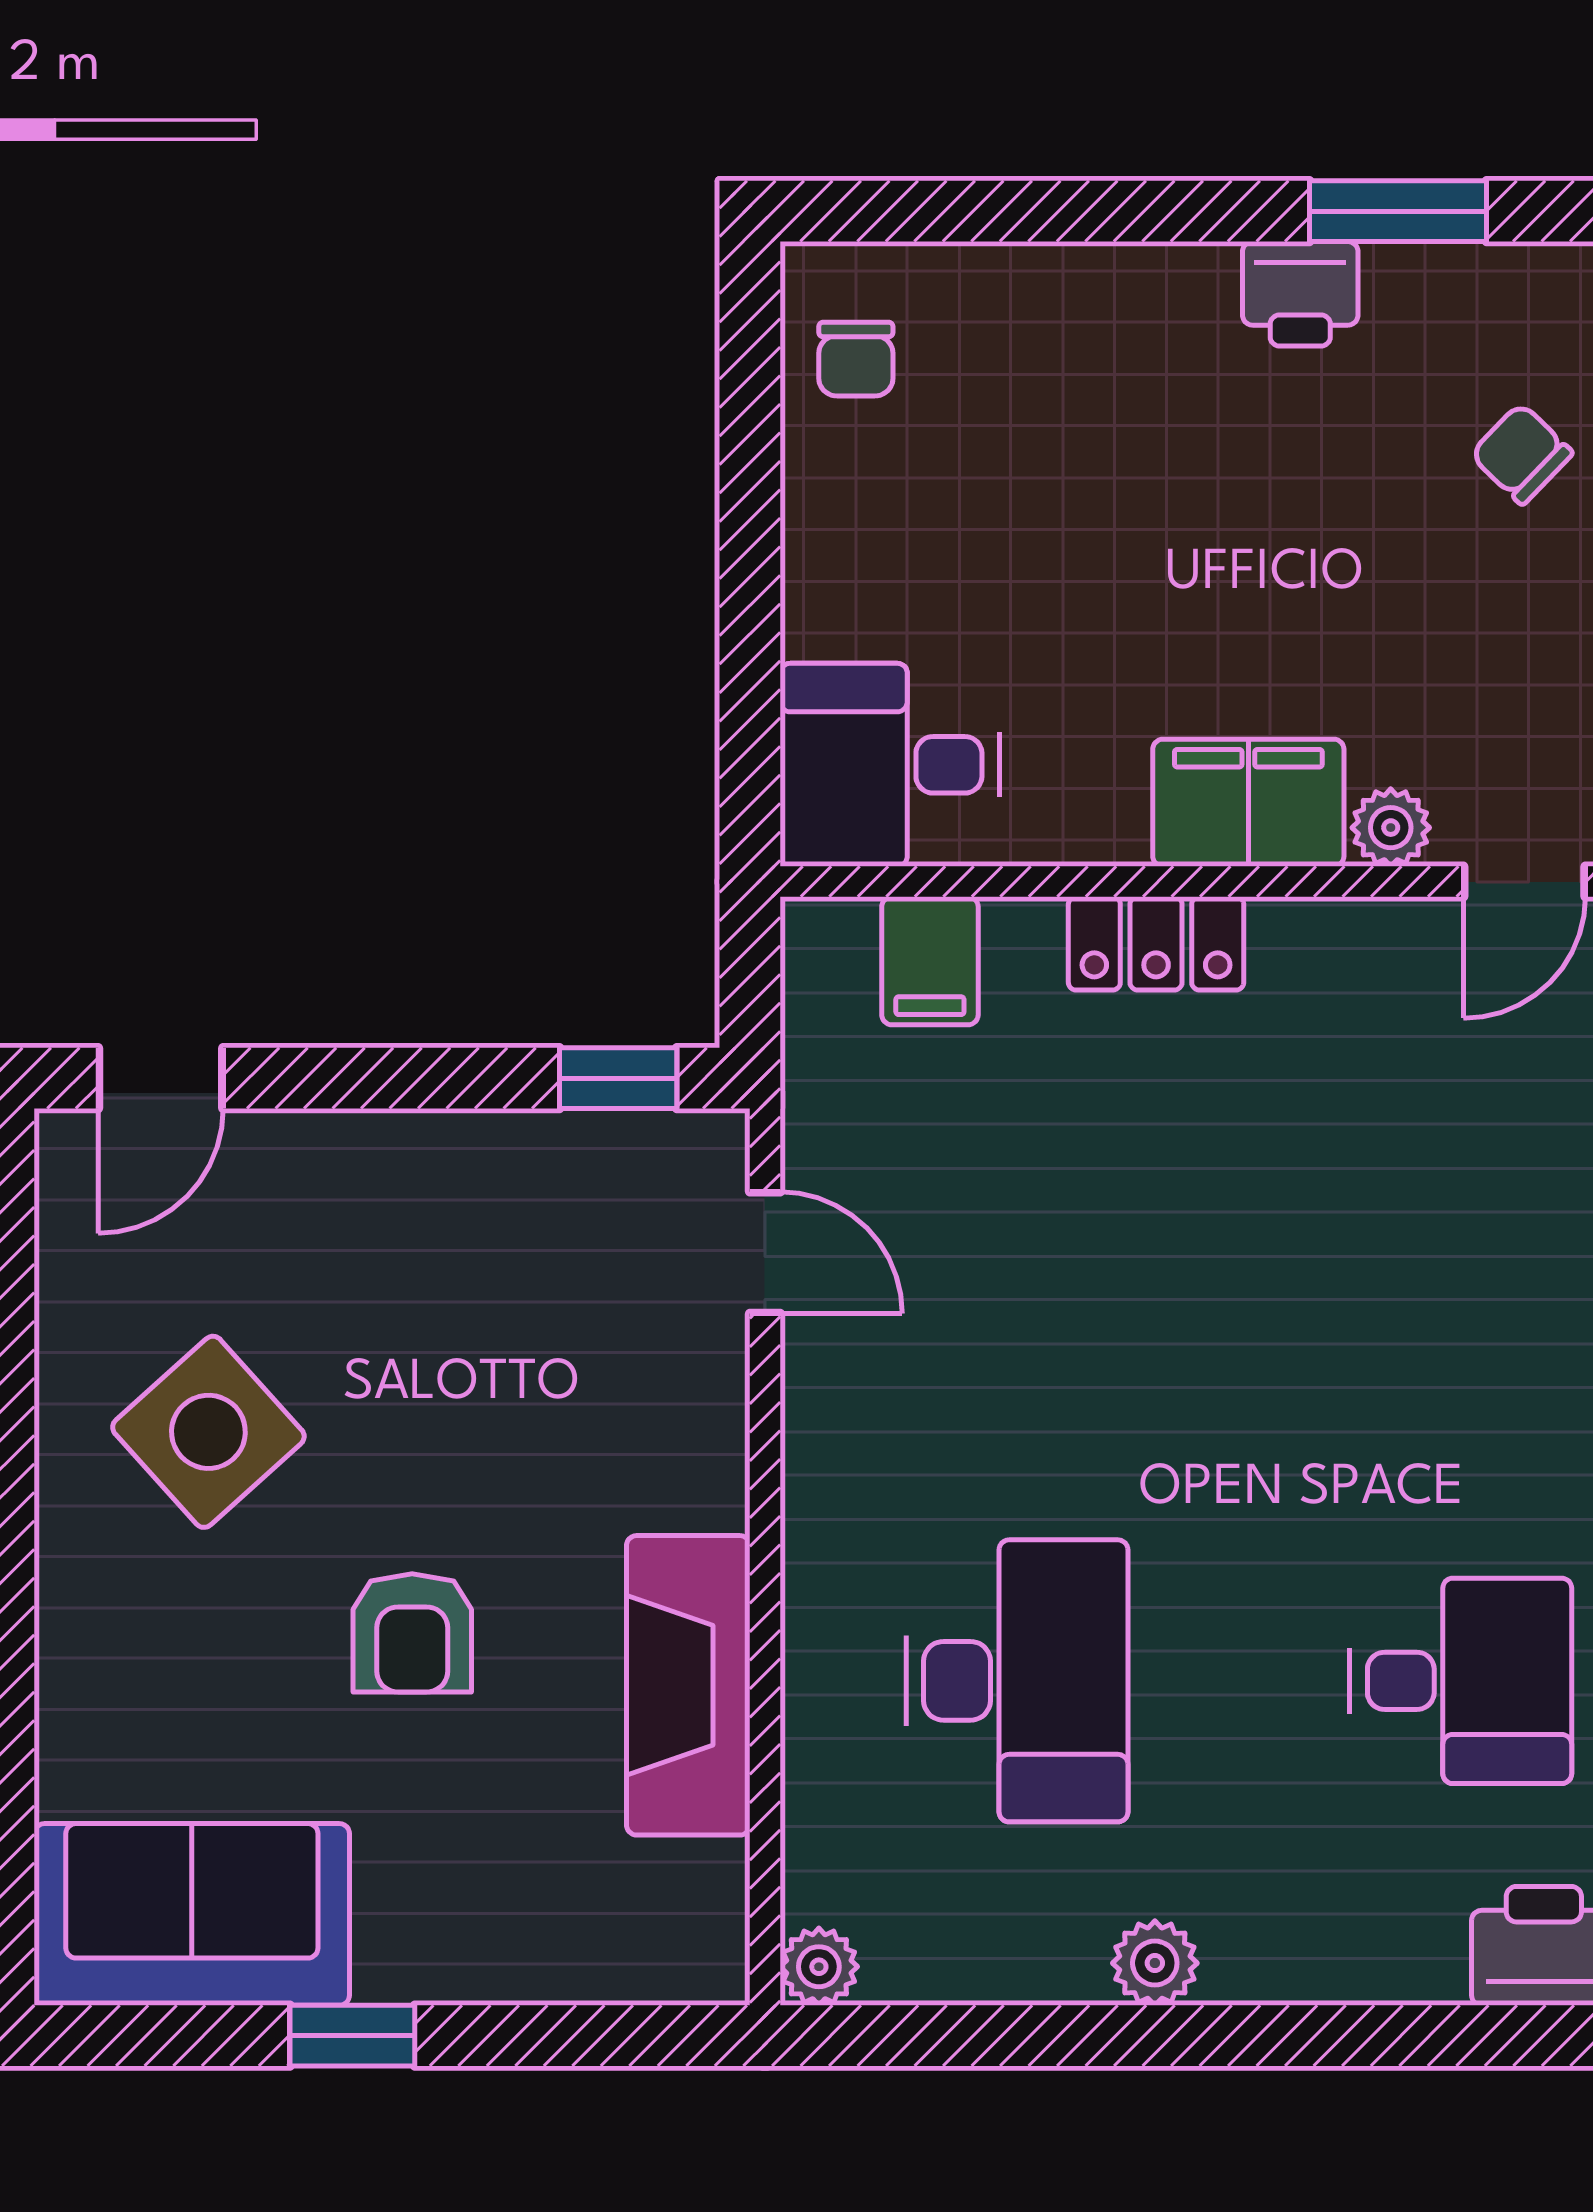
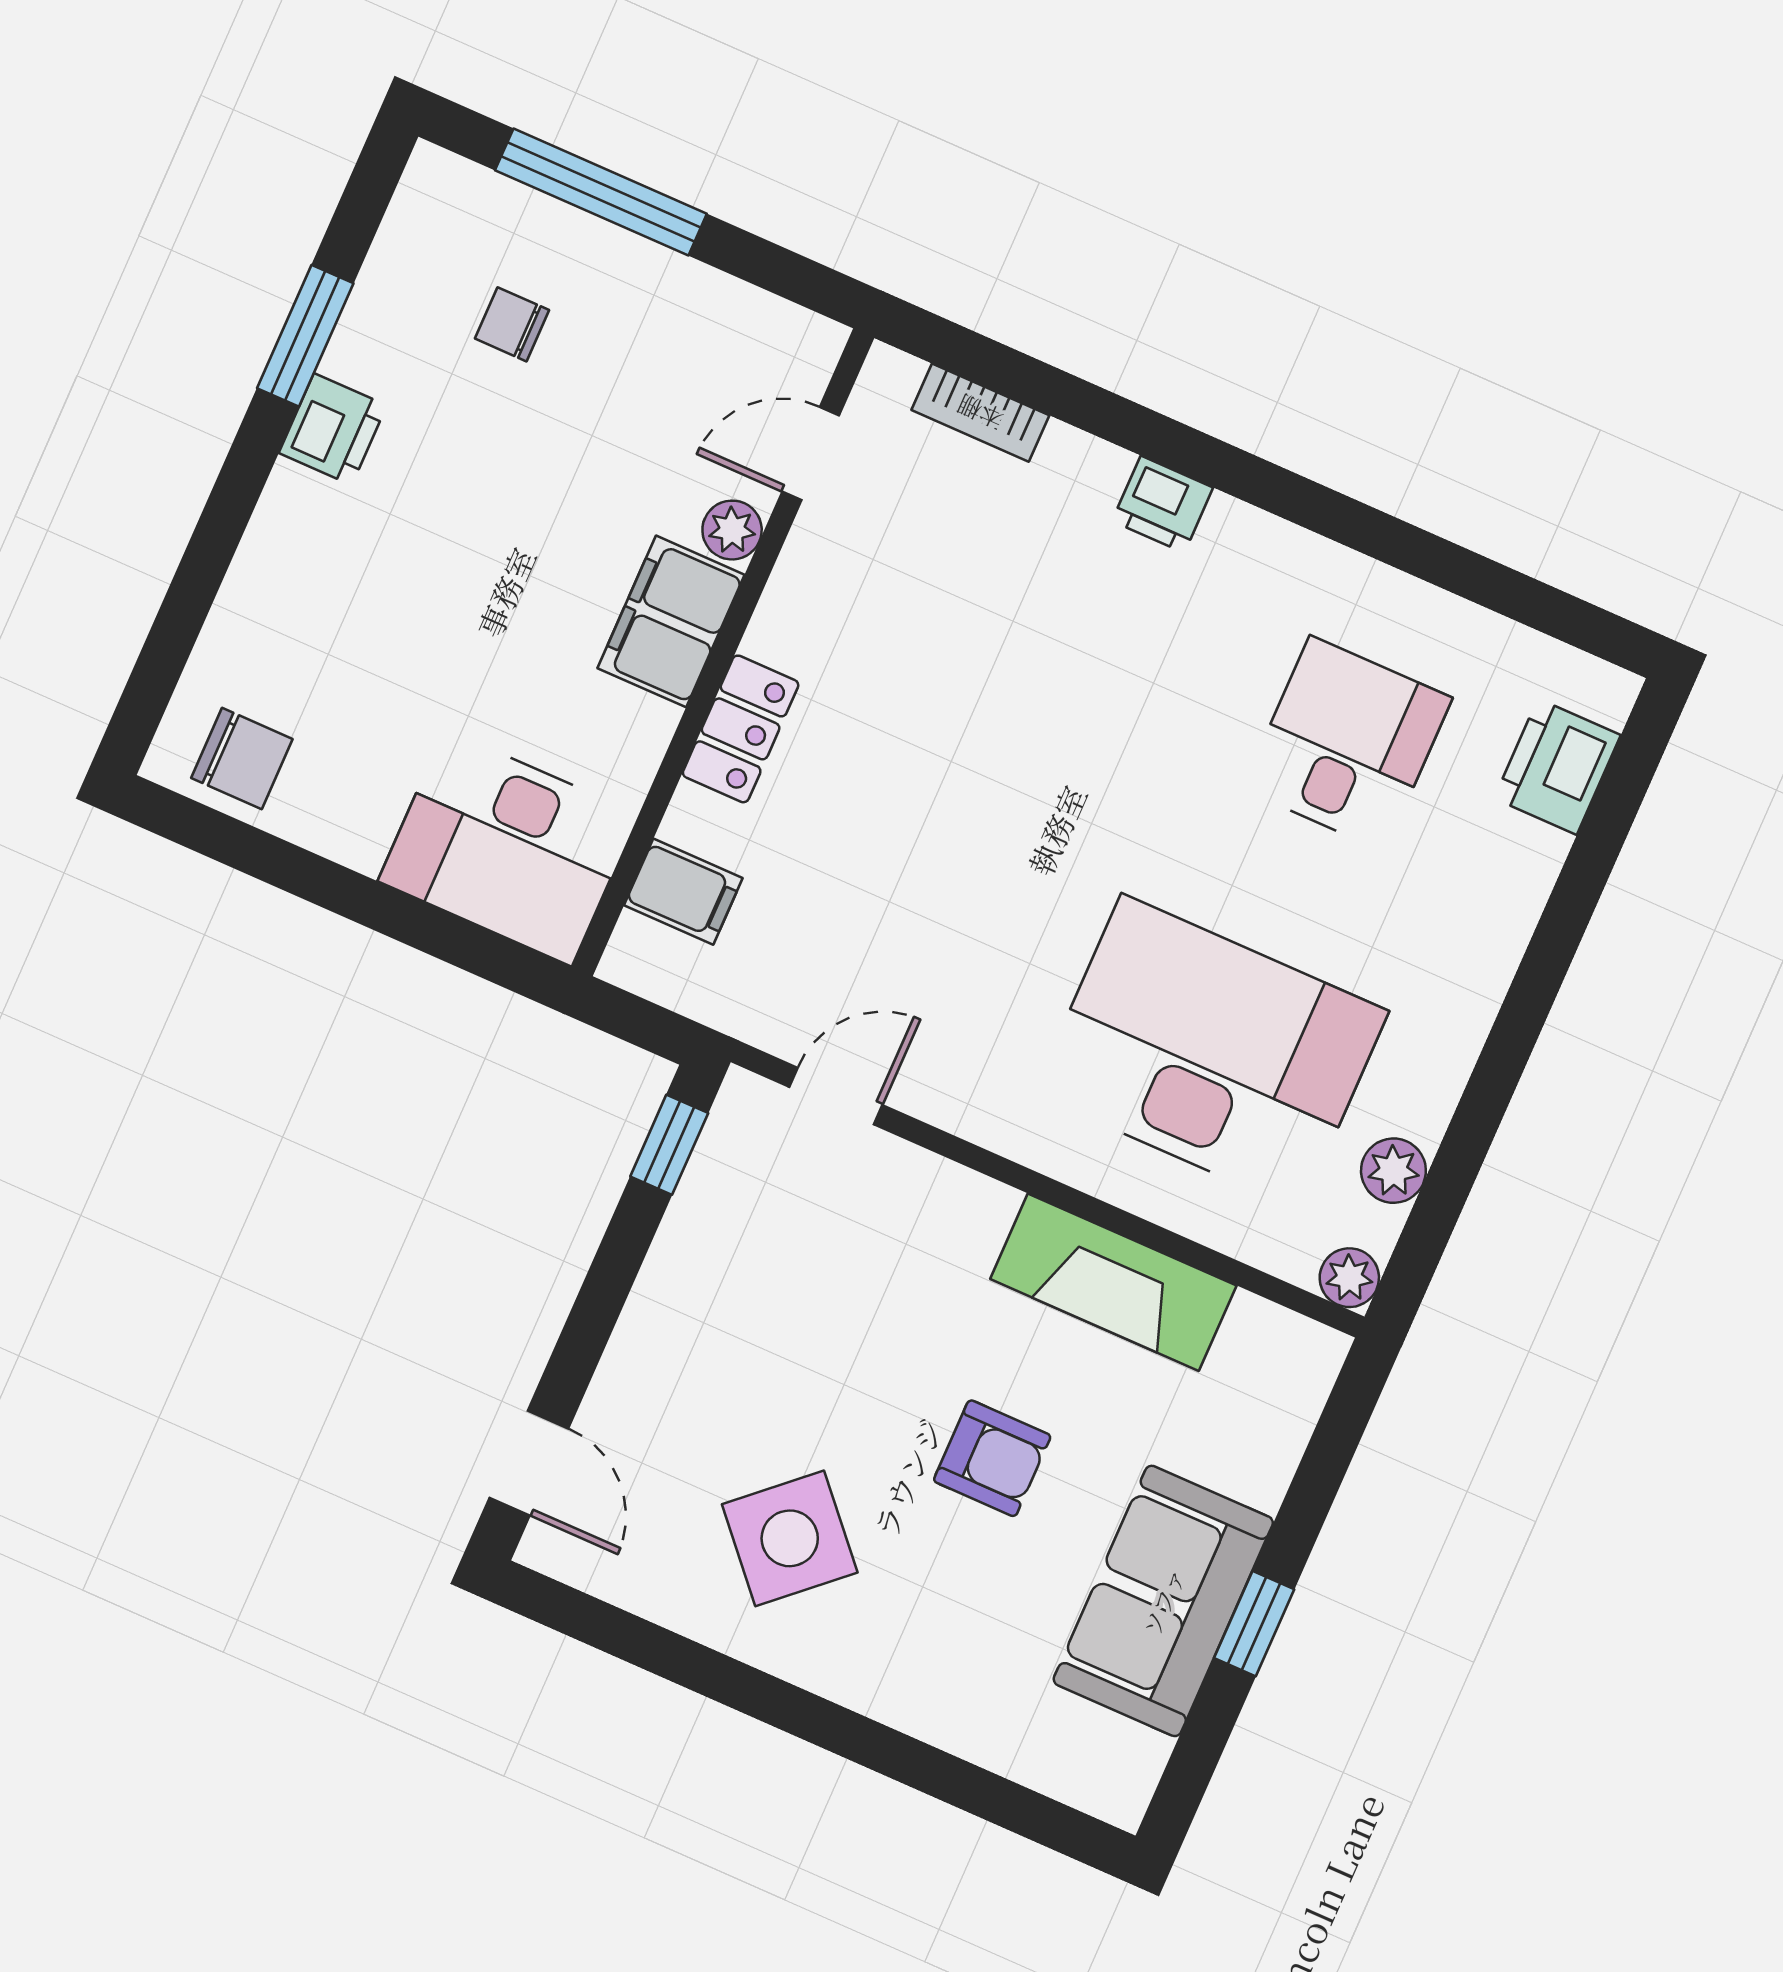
chair: (856, 359) -> (242, 758), width x1.37, depth x1.37
chair: (1521, 454) -> (512, 324), turned 46
desk: (890, 765) -> (508, 848), width x1.37
door: (1524, 882) -> (811, 454), swing flipped
desk: (1017, 1681) -> (1211, 1052), width x1.36, depth x1.30
sofa: (192, 1914) -> (1163, 1601), moved
plant: (1155, 1963) -> (1393, 1171), moved

